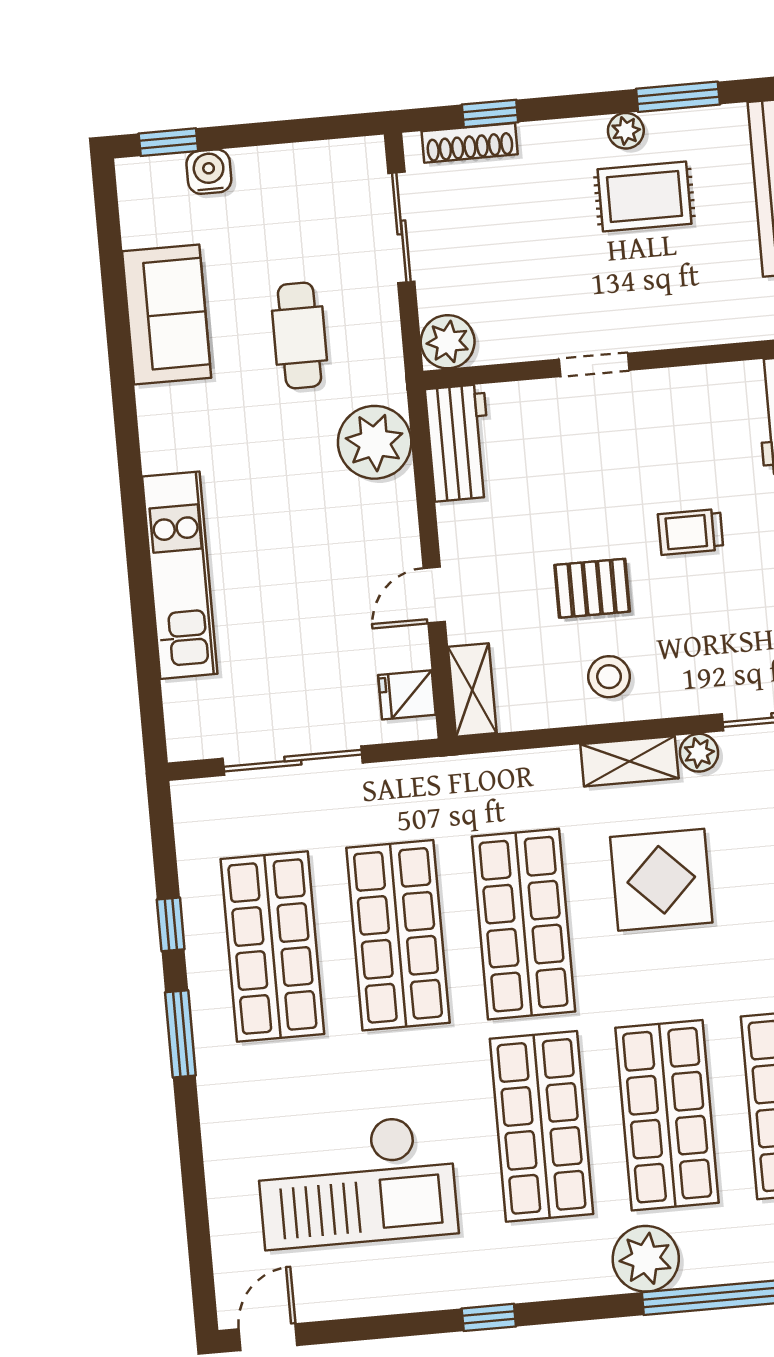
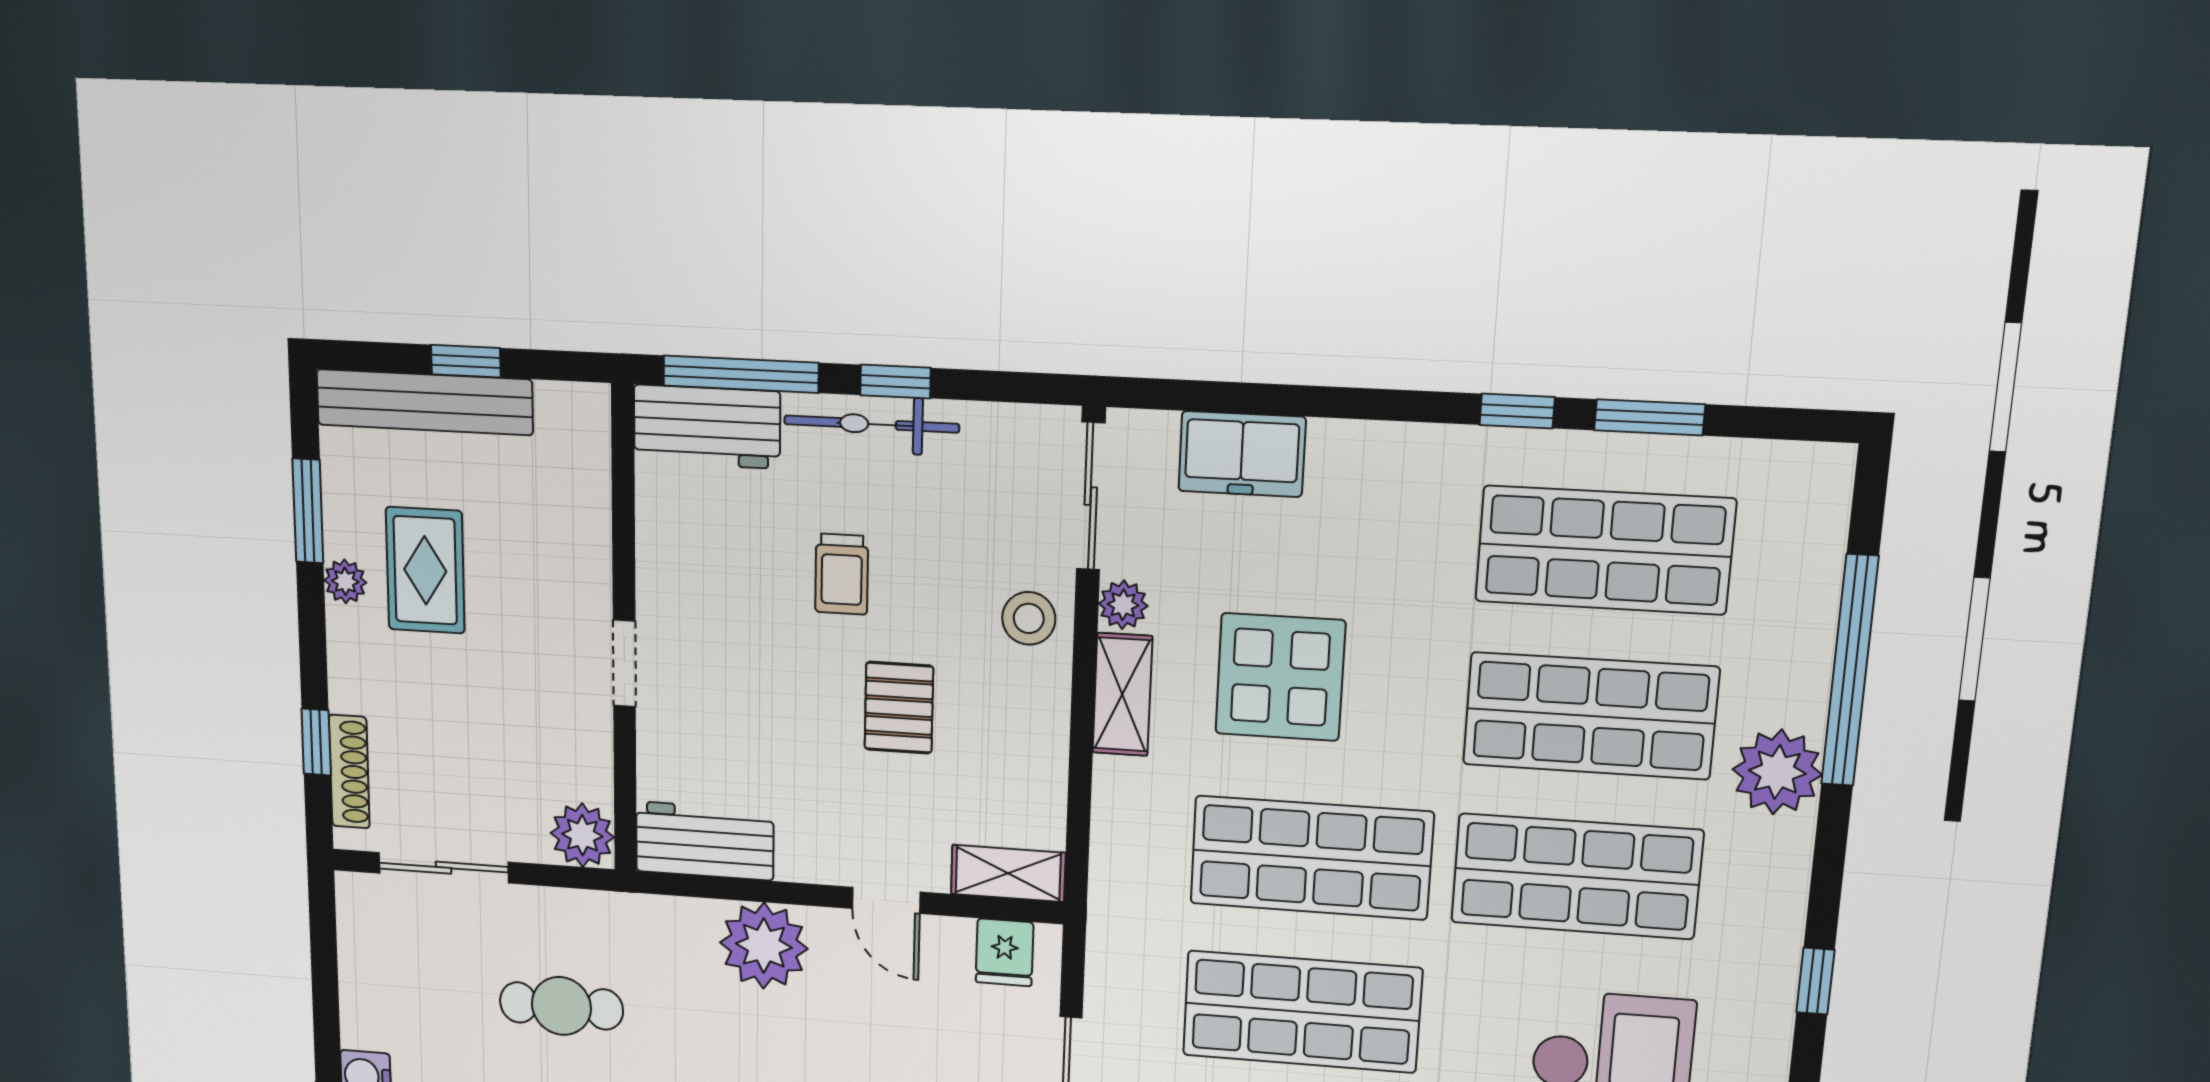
plant: (375, 442) -> (764, 946), moved
stool: (609, 677) -> (1029, 618), moved

